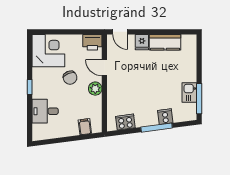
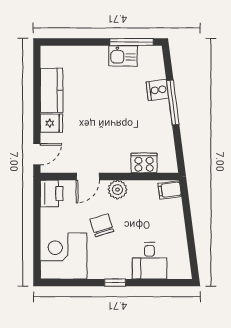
chair: (70, 78) -> (102, 225), turned -85
cooker: (125, 122) -> (144, 163), moved, turned 97
filing cabinet: (85, 127) -> (170, 190), moved

